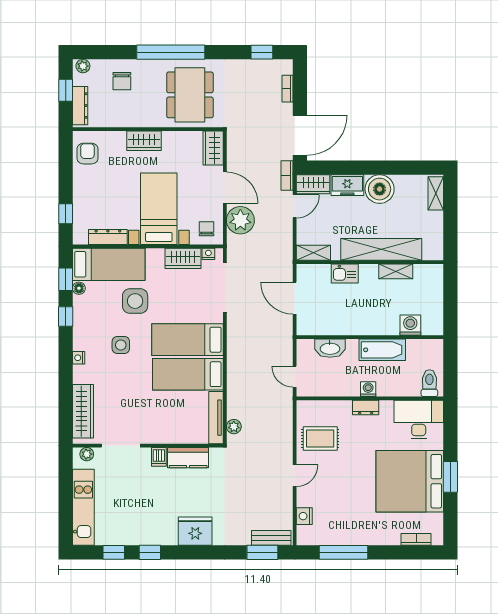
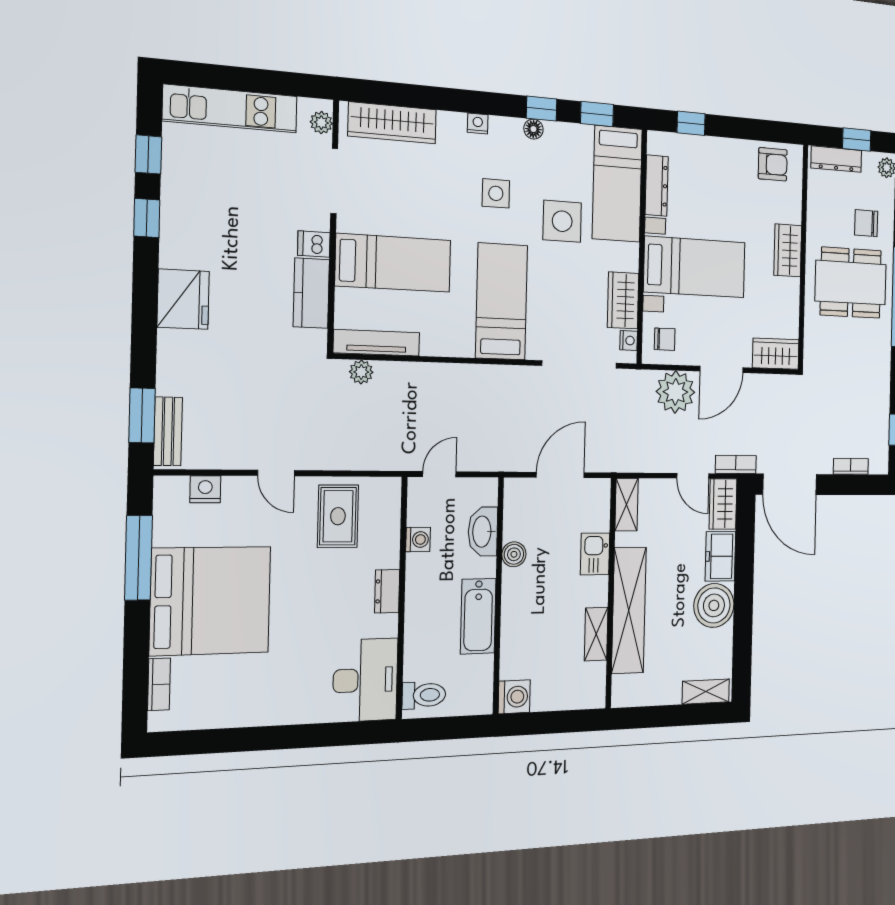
dining table: (190, 95) -> (851, 283), moved
floor lamp: (79, 288) -> (533, 129), moved
washing machine: (410, 325) -> (514, 697), moved
boiler: (344, 328) -> (514, 554), added
bed: (188, 374) -> (393, 263), moved, turned 90
washing machine: (368, 389) -> (418, 540), moved
window: (450, 477) -> (268, 738), removed
bed: (410, 481) -> (211, 601), moved, turned 90

